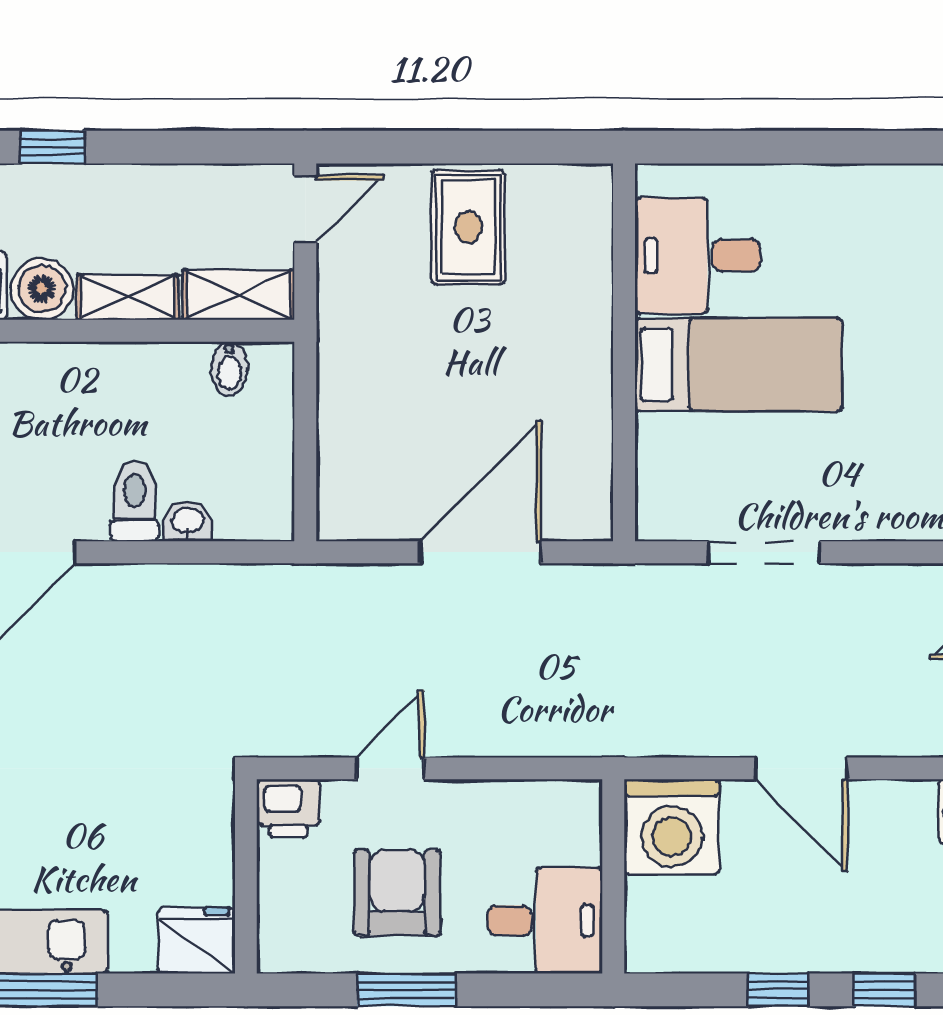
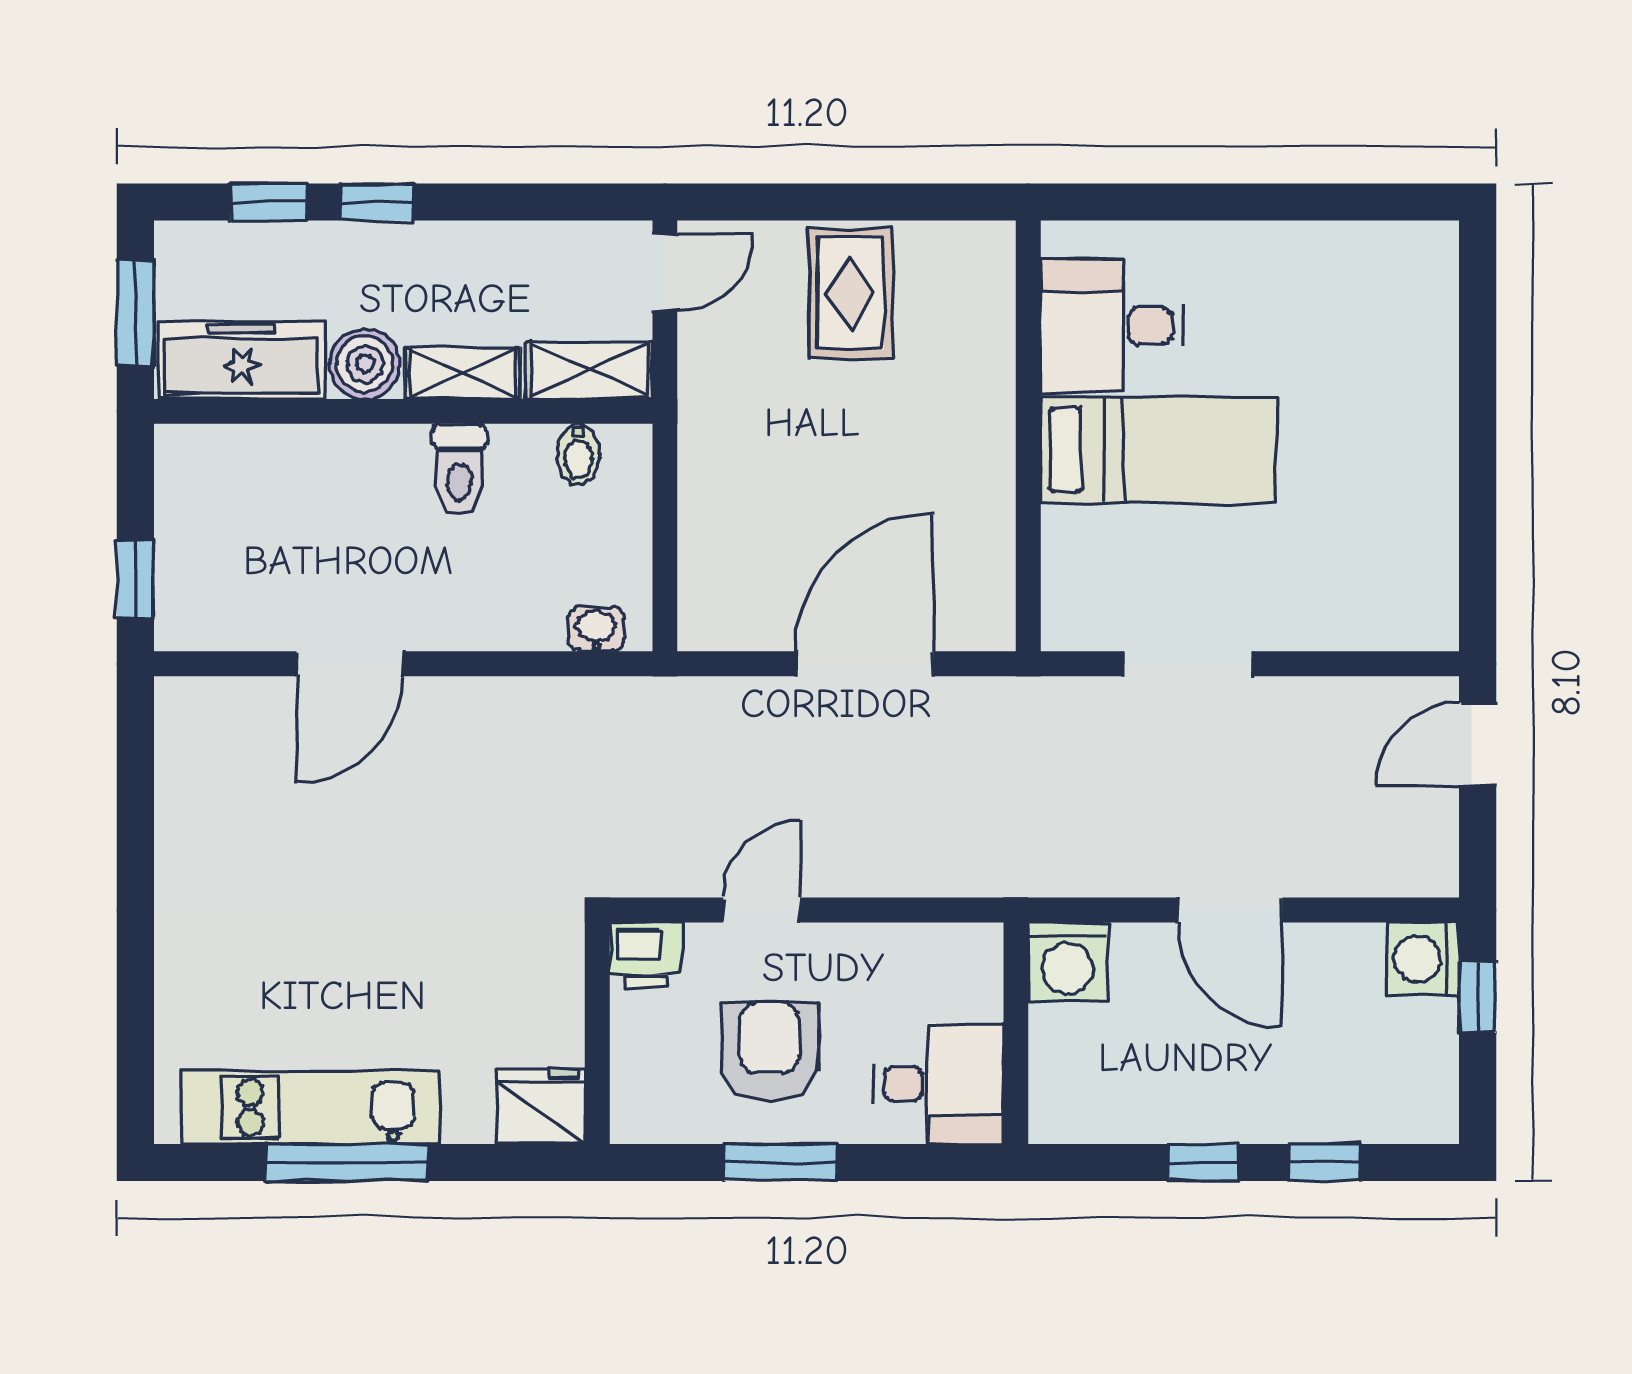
toilet: (134, 502) -> (459, 469), moved, turned 180
washbasin: (188, 522) -> (596, 629), moved
washing machine: (672, 827) -> (1068, 962), width x0.73, depth x0.73

